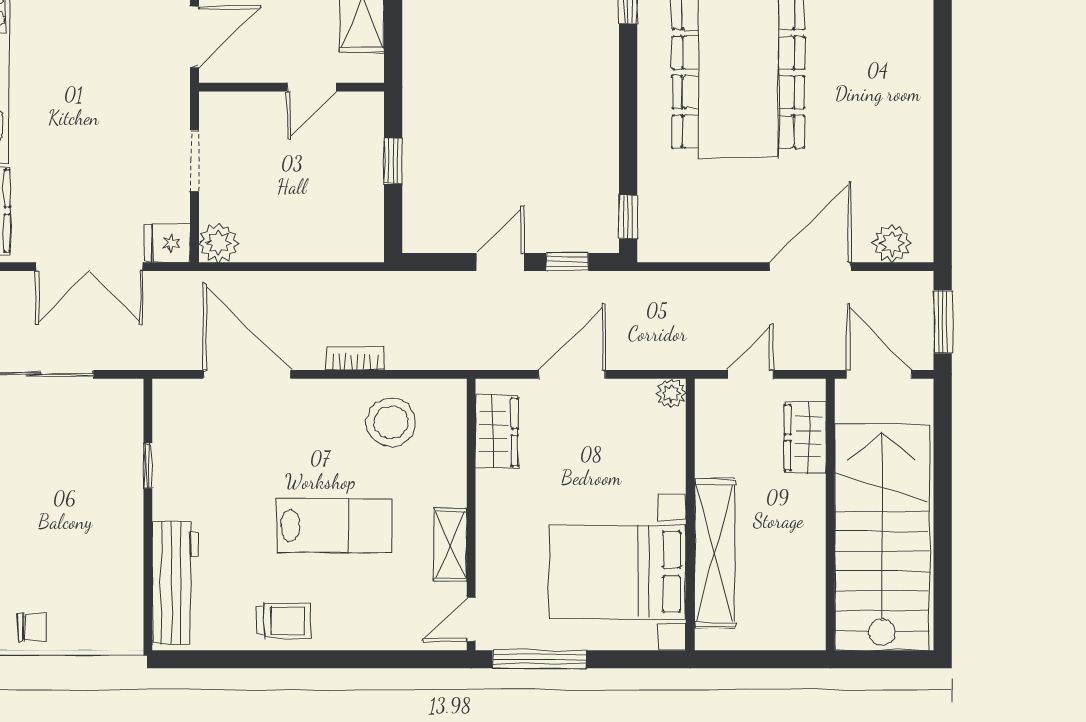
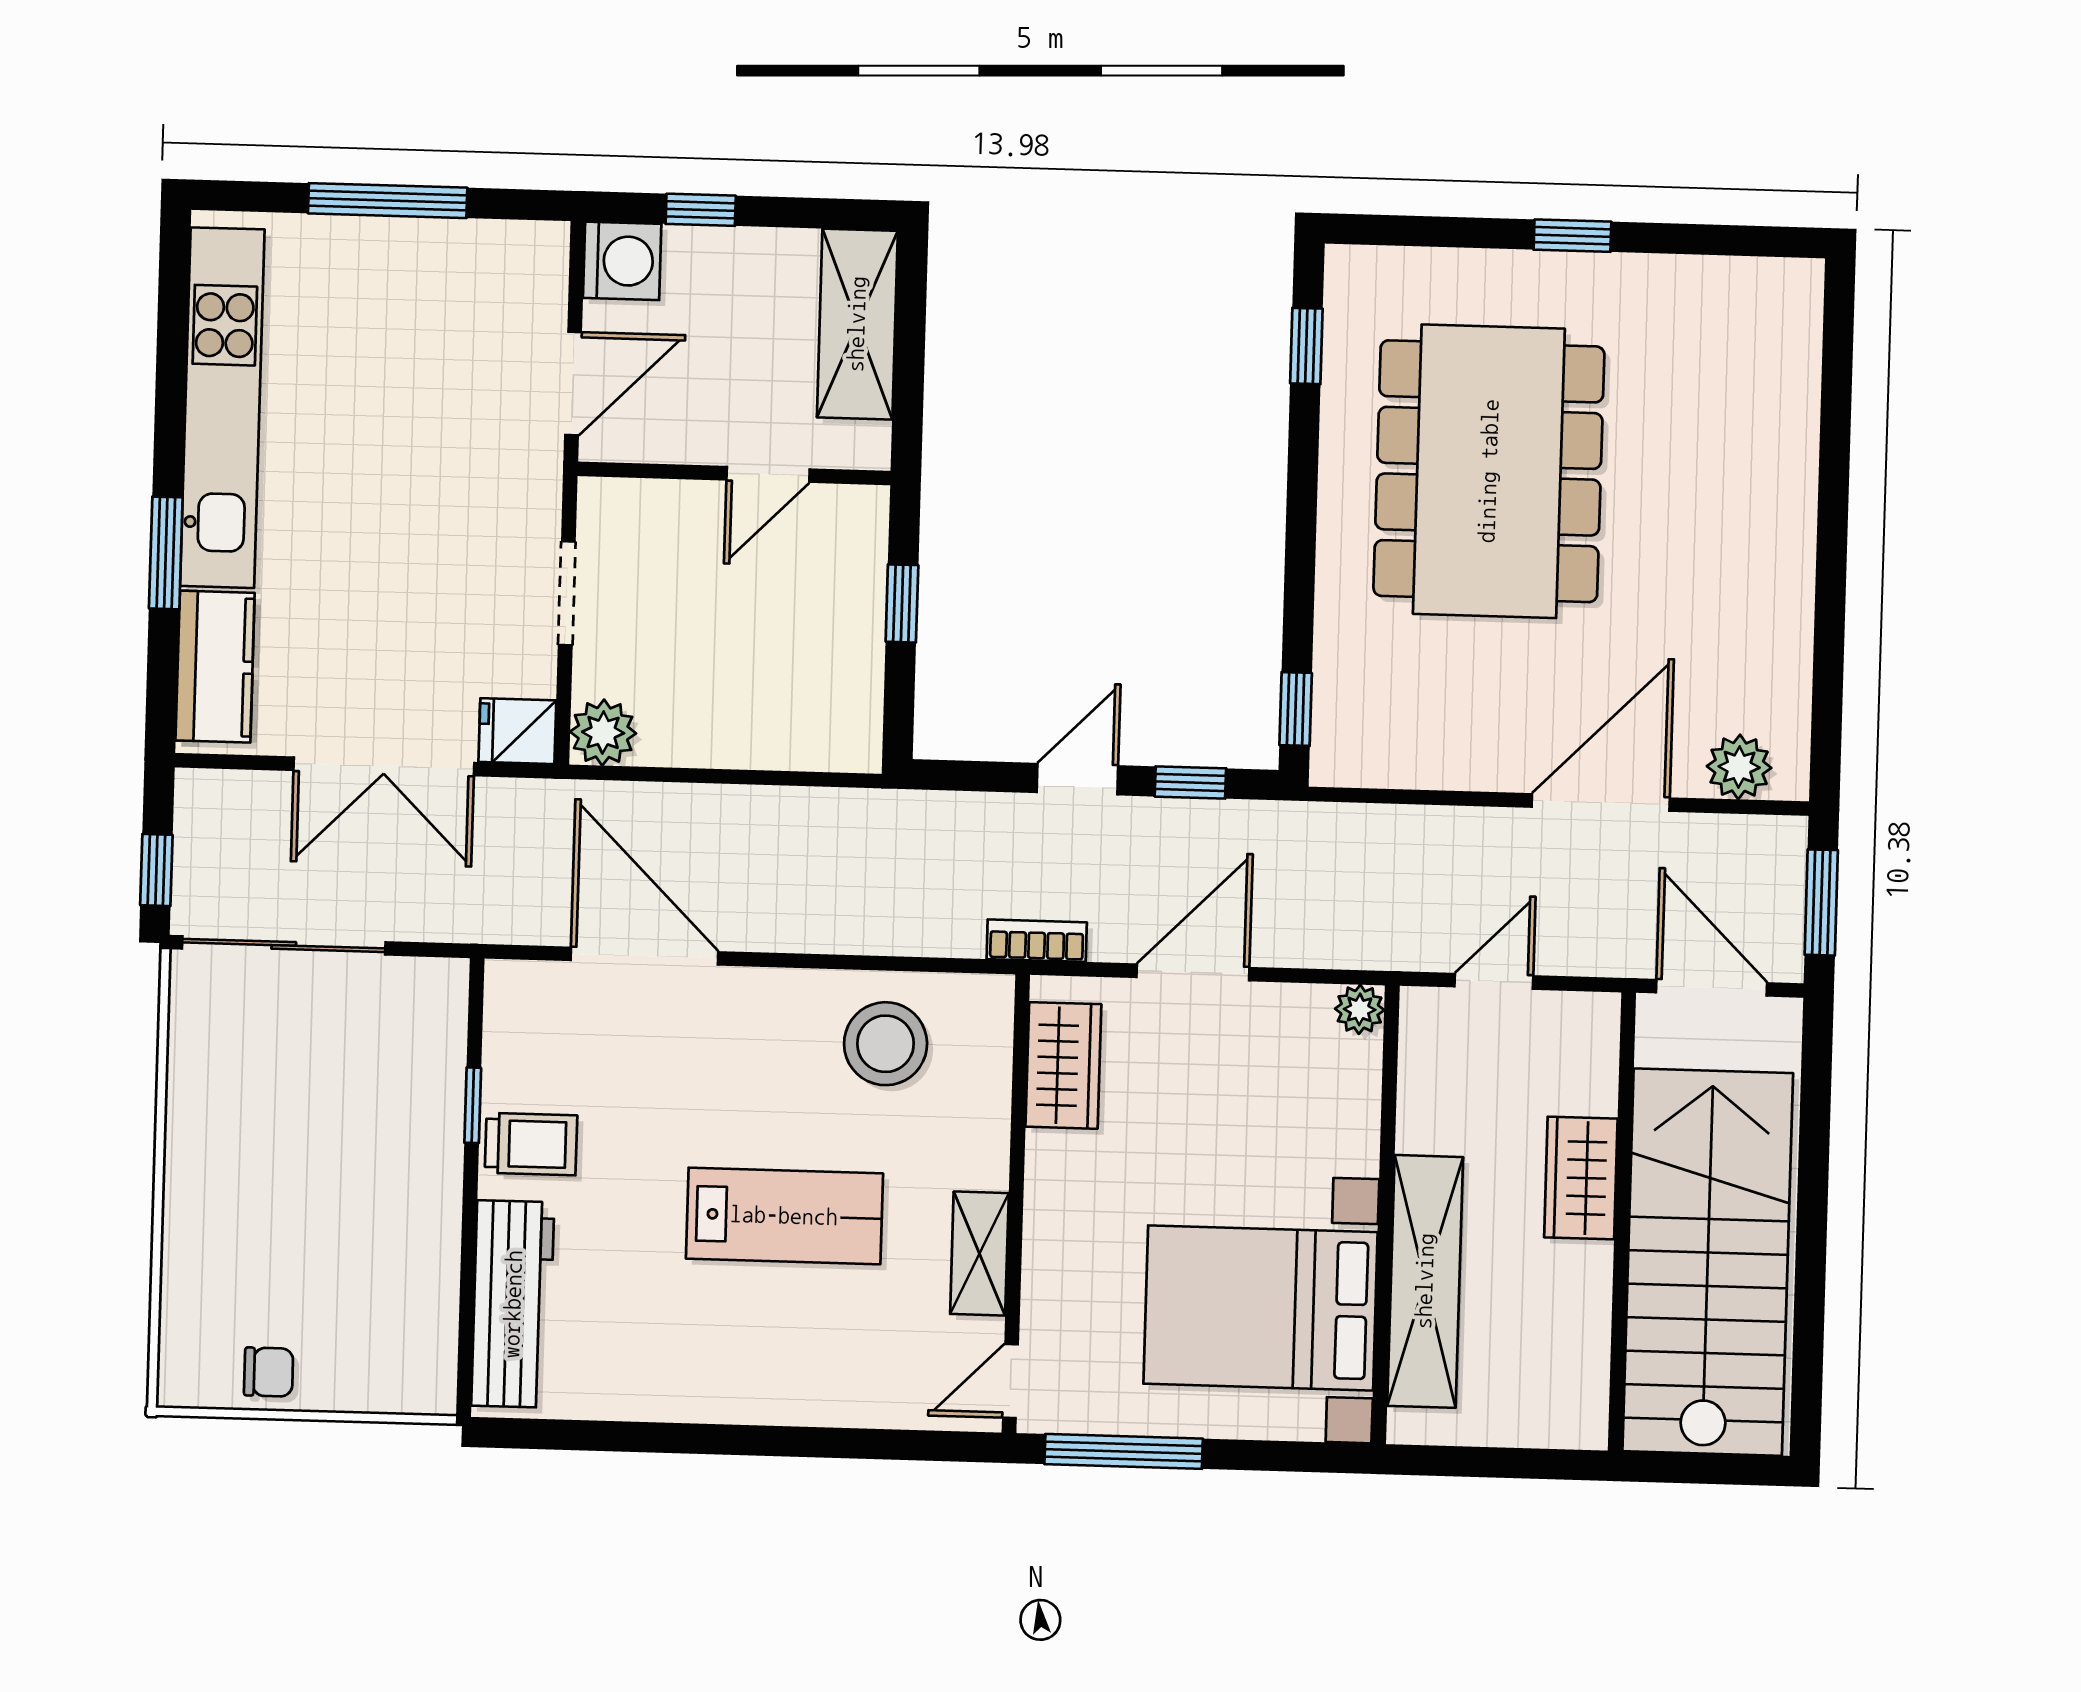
bookcase: (355, 358) -> (1037, 941), moved
wardrobe: (805, 438) -> (1581, 1178), moved
trolley: (284, 621) -> (531, 1144), moved

